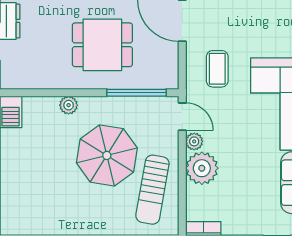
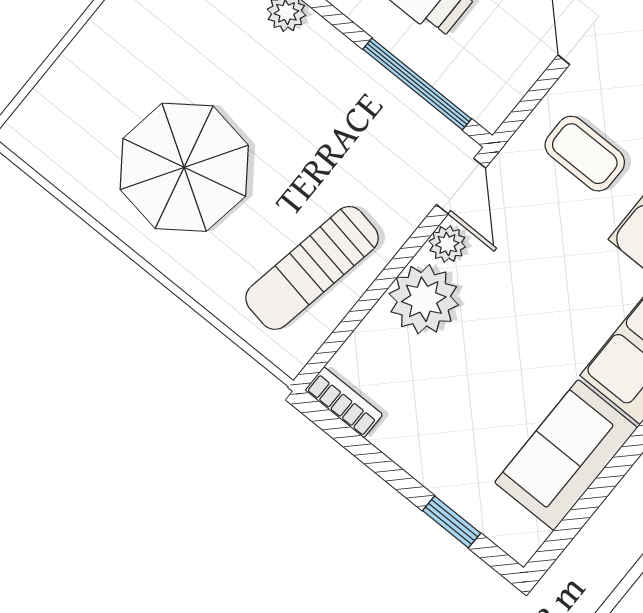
coffee table: (217, 69) -> (585, 154), turned 90
parasol: (107, 155) -> (184, 167), moved

